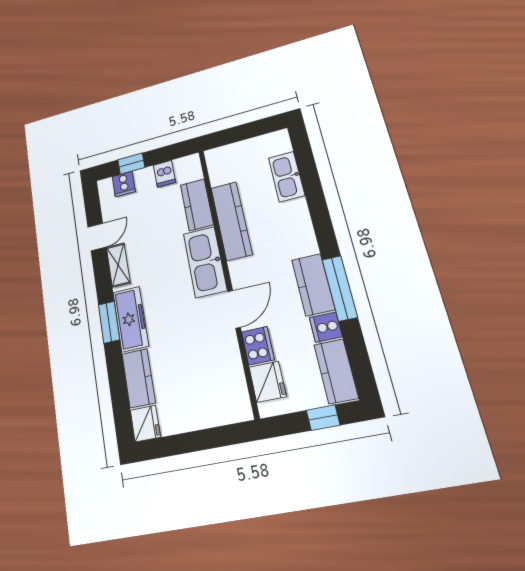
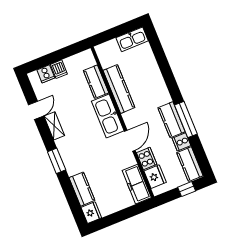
window: (131, 164) -> (48, 60), removed
dishwasher: (164, 174) -> (59, 69), moved
kitchen sink: (287, 177) -> (132, 39), moved, turned -90
freezer: (131, 319) -> (137, 184), moved, turned 180

